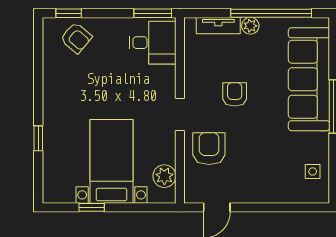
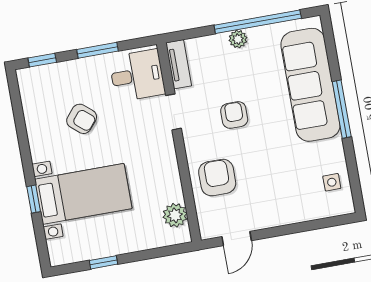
window: (153, 13) -> (98, 50), moved
tv unit: (218, 26) -> (179, 64), moved, turned -90
armchair: (76, 38) -> (82, 119), moved
doorway: (180, 115) -> (174, 112), moved
bed with nightstands: (112, 161) -> (83, 194), moved, turned 90

